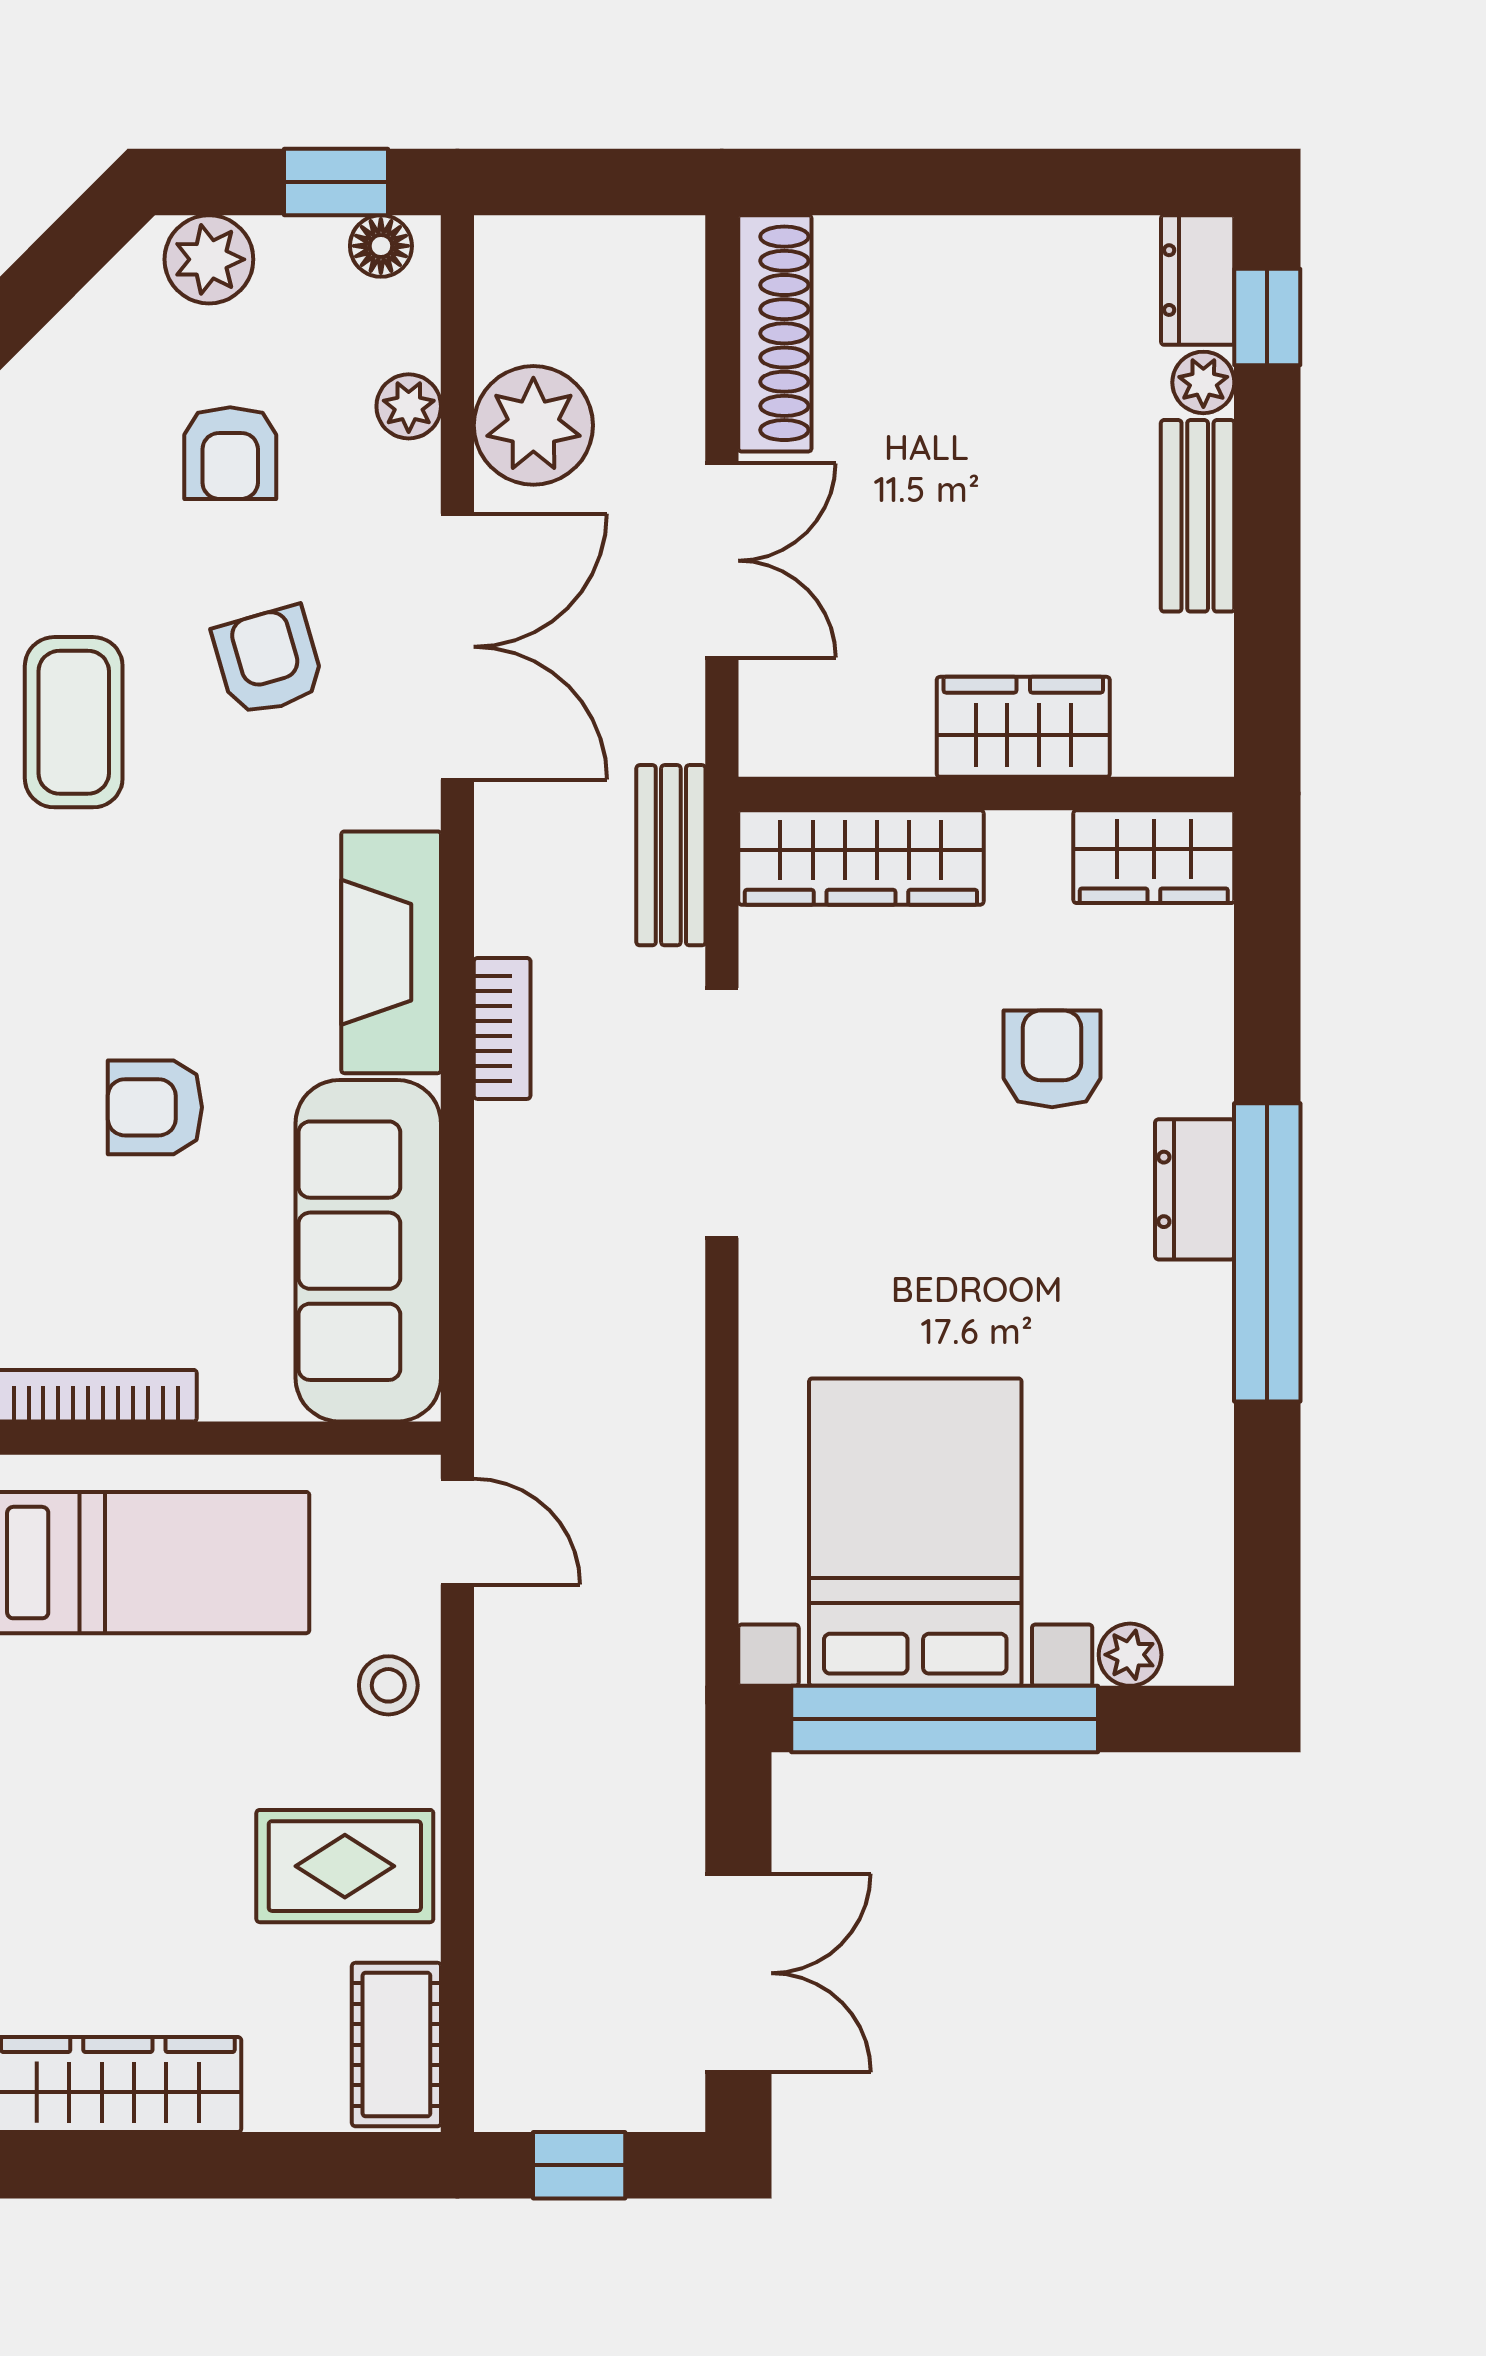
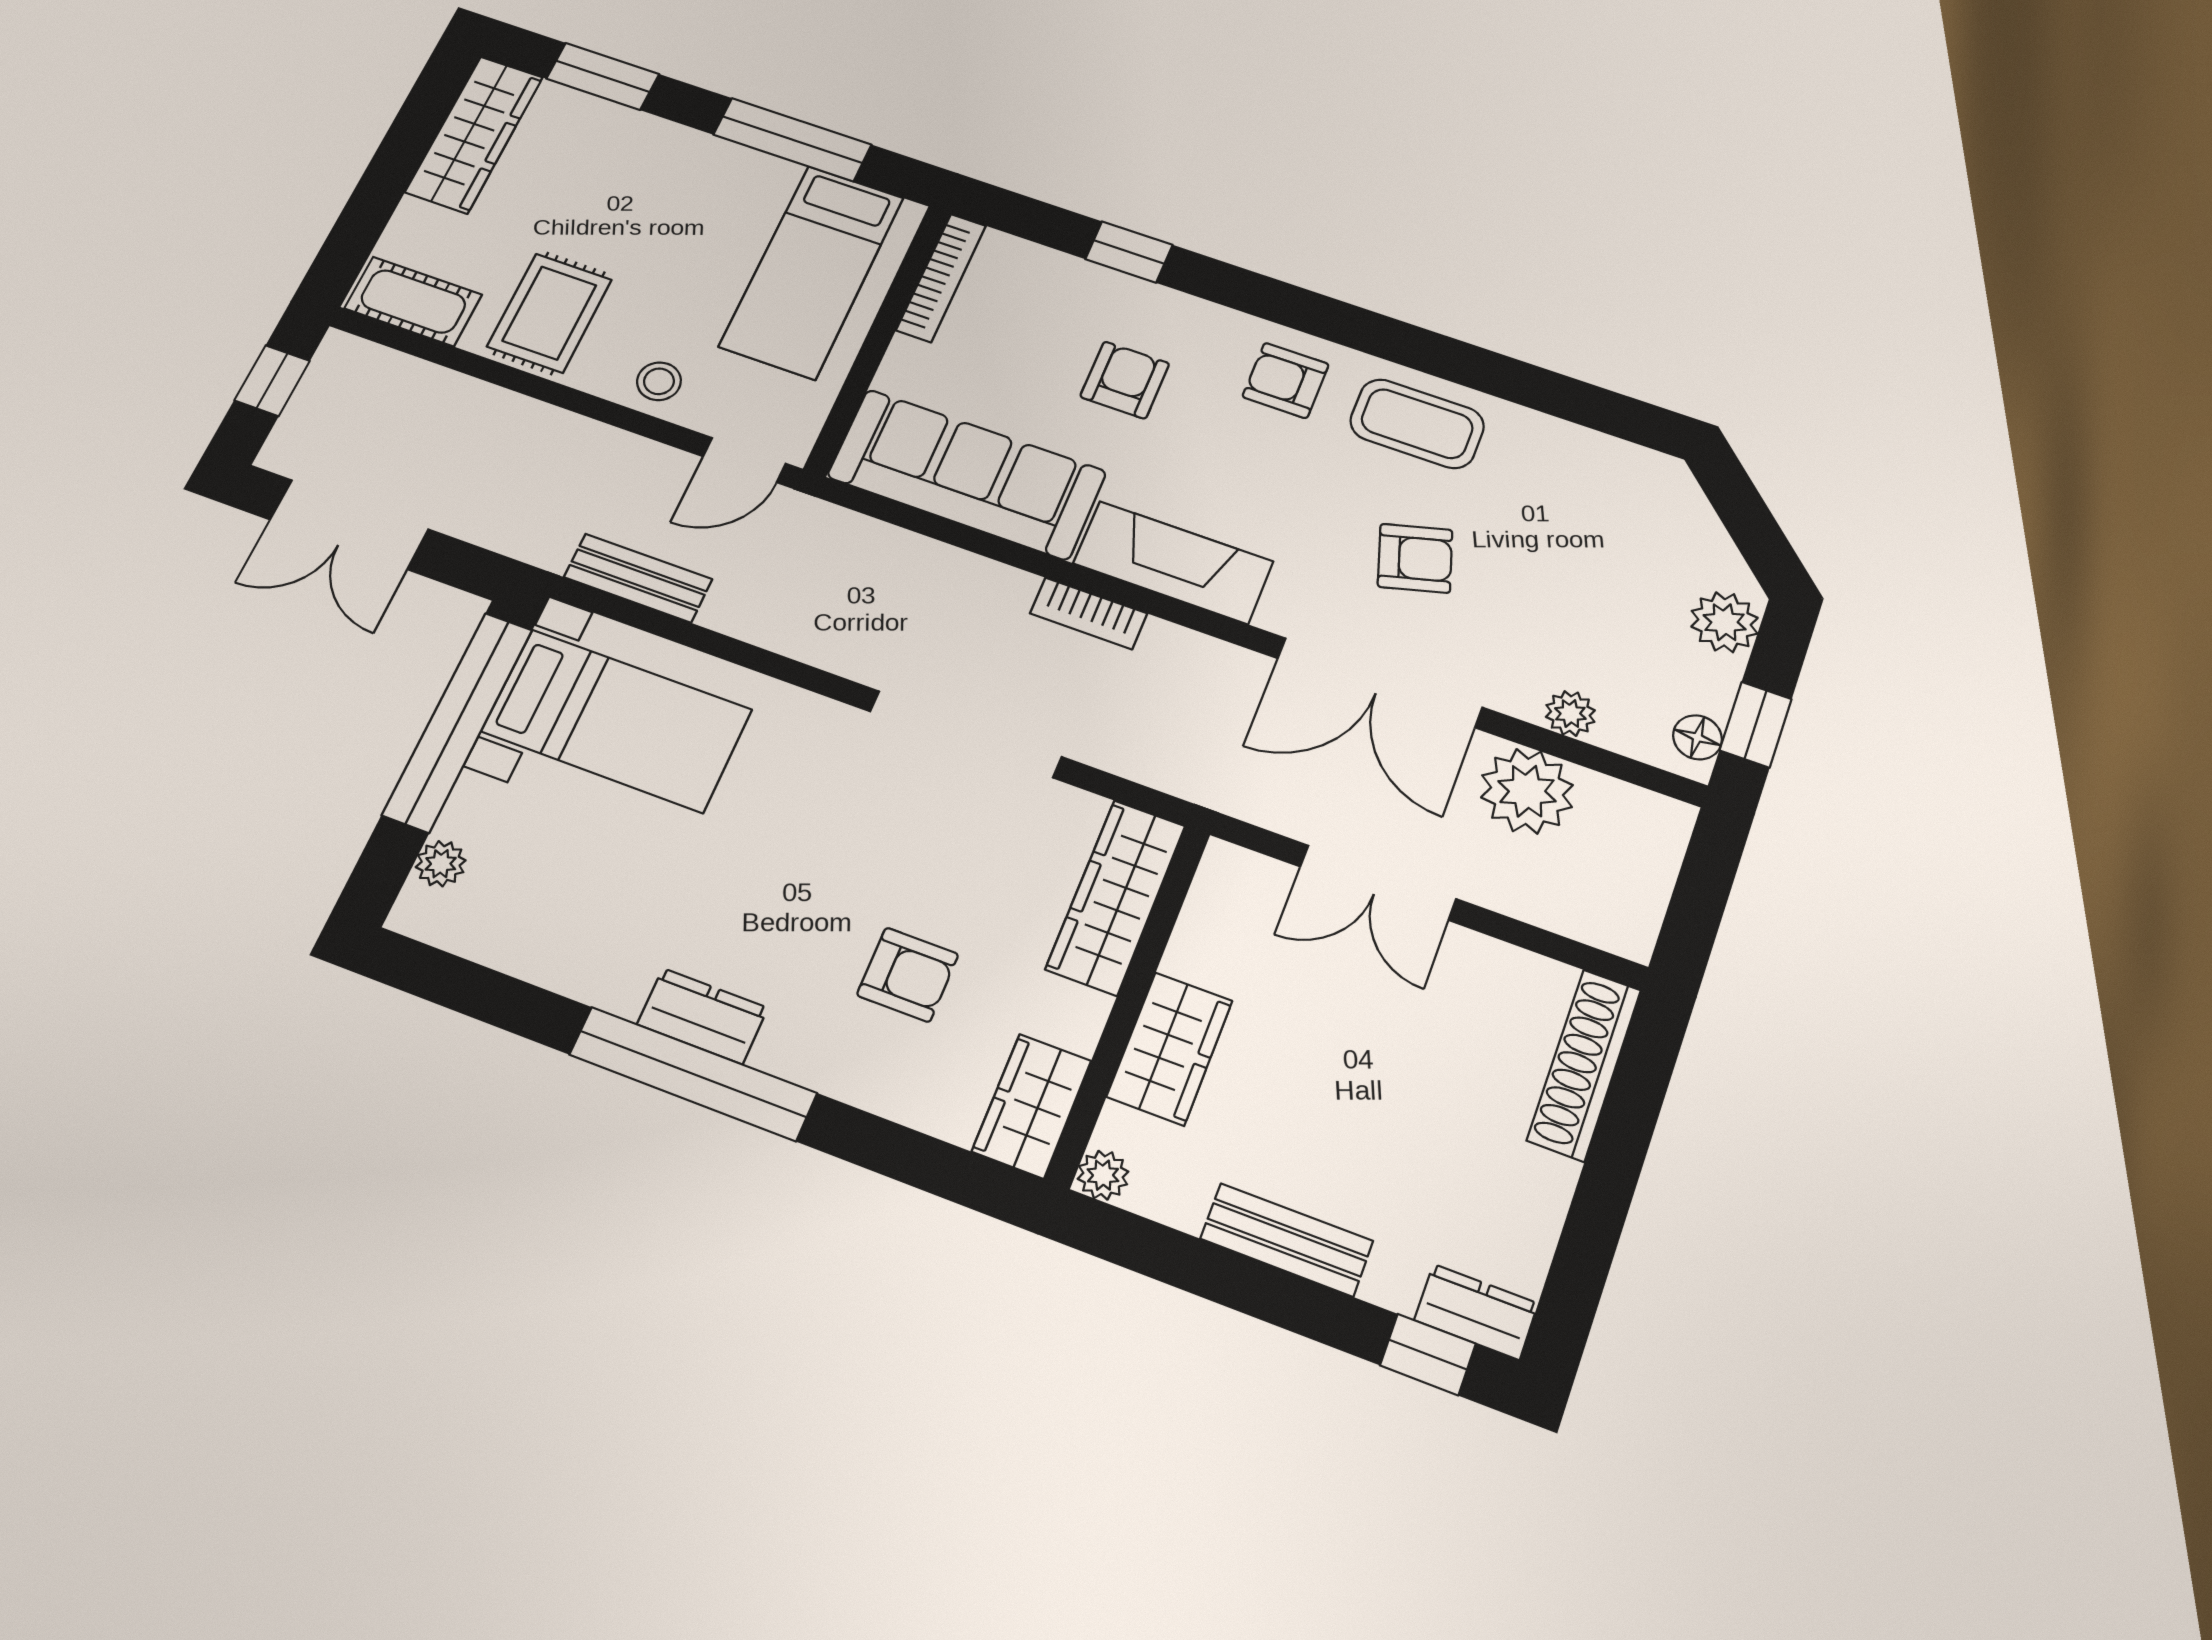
shoe rack: (775, 333) -> (1584, 1065), moved, turned 90
plant: (1203, 382) -> (1103, 1175), moved
armchair: (230, 453) -> (1286, 380), moved
bench: (671, 855) -> (638, 578), moved
dresser: (1195, 1189) -> (703, 1016), moved
bed with nightstands: (915, 1532) -> (617, 721), width x0.73

